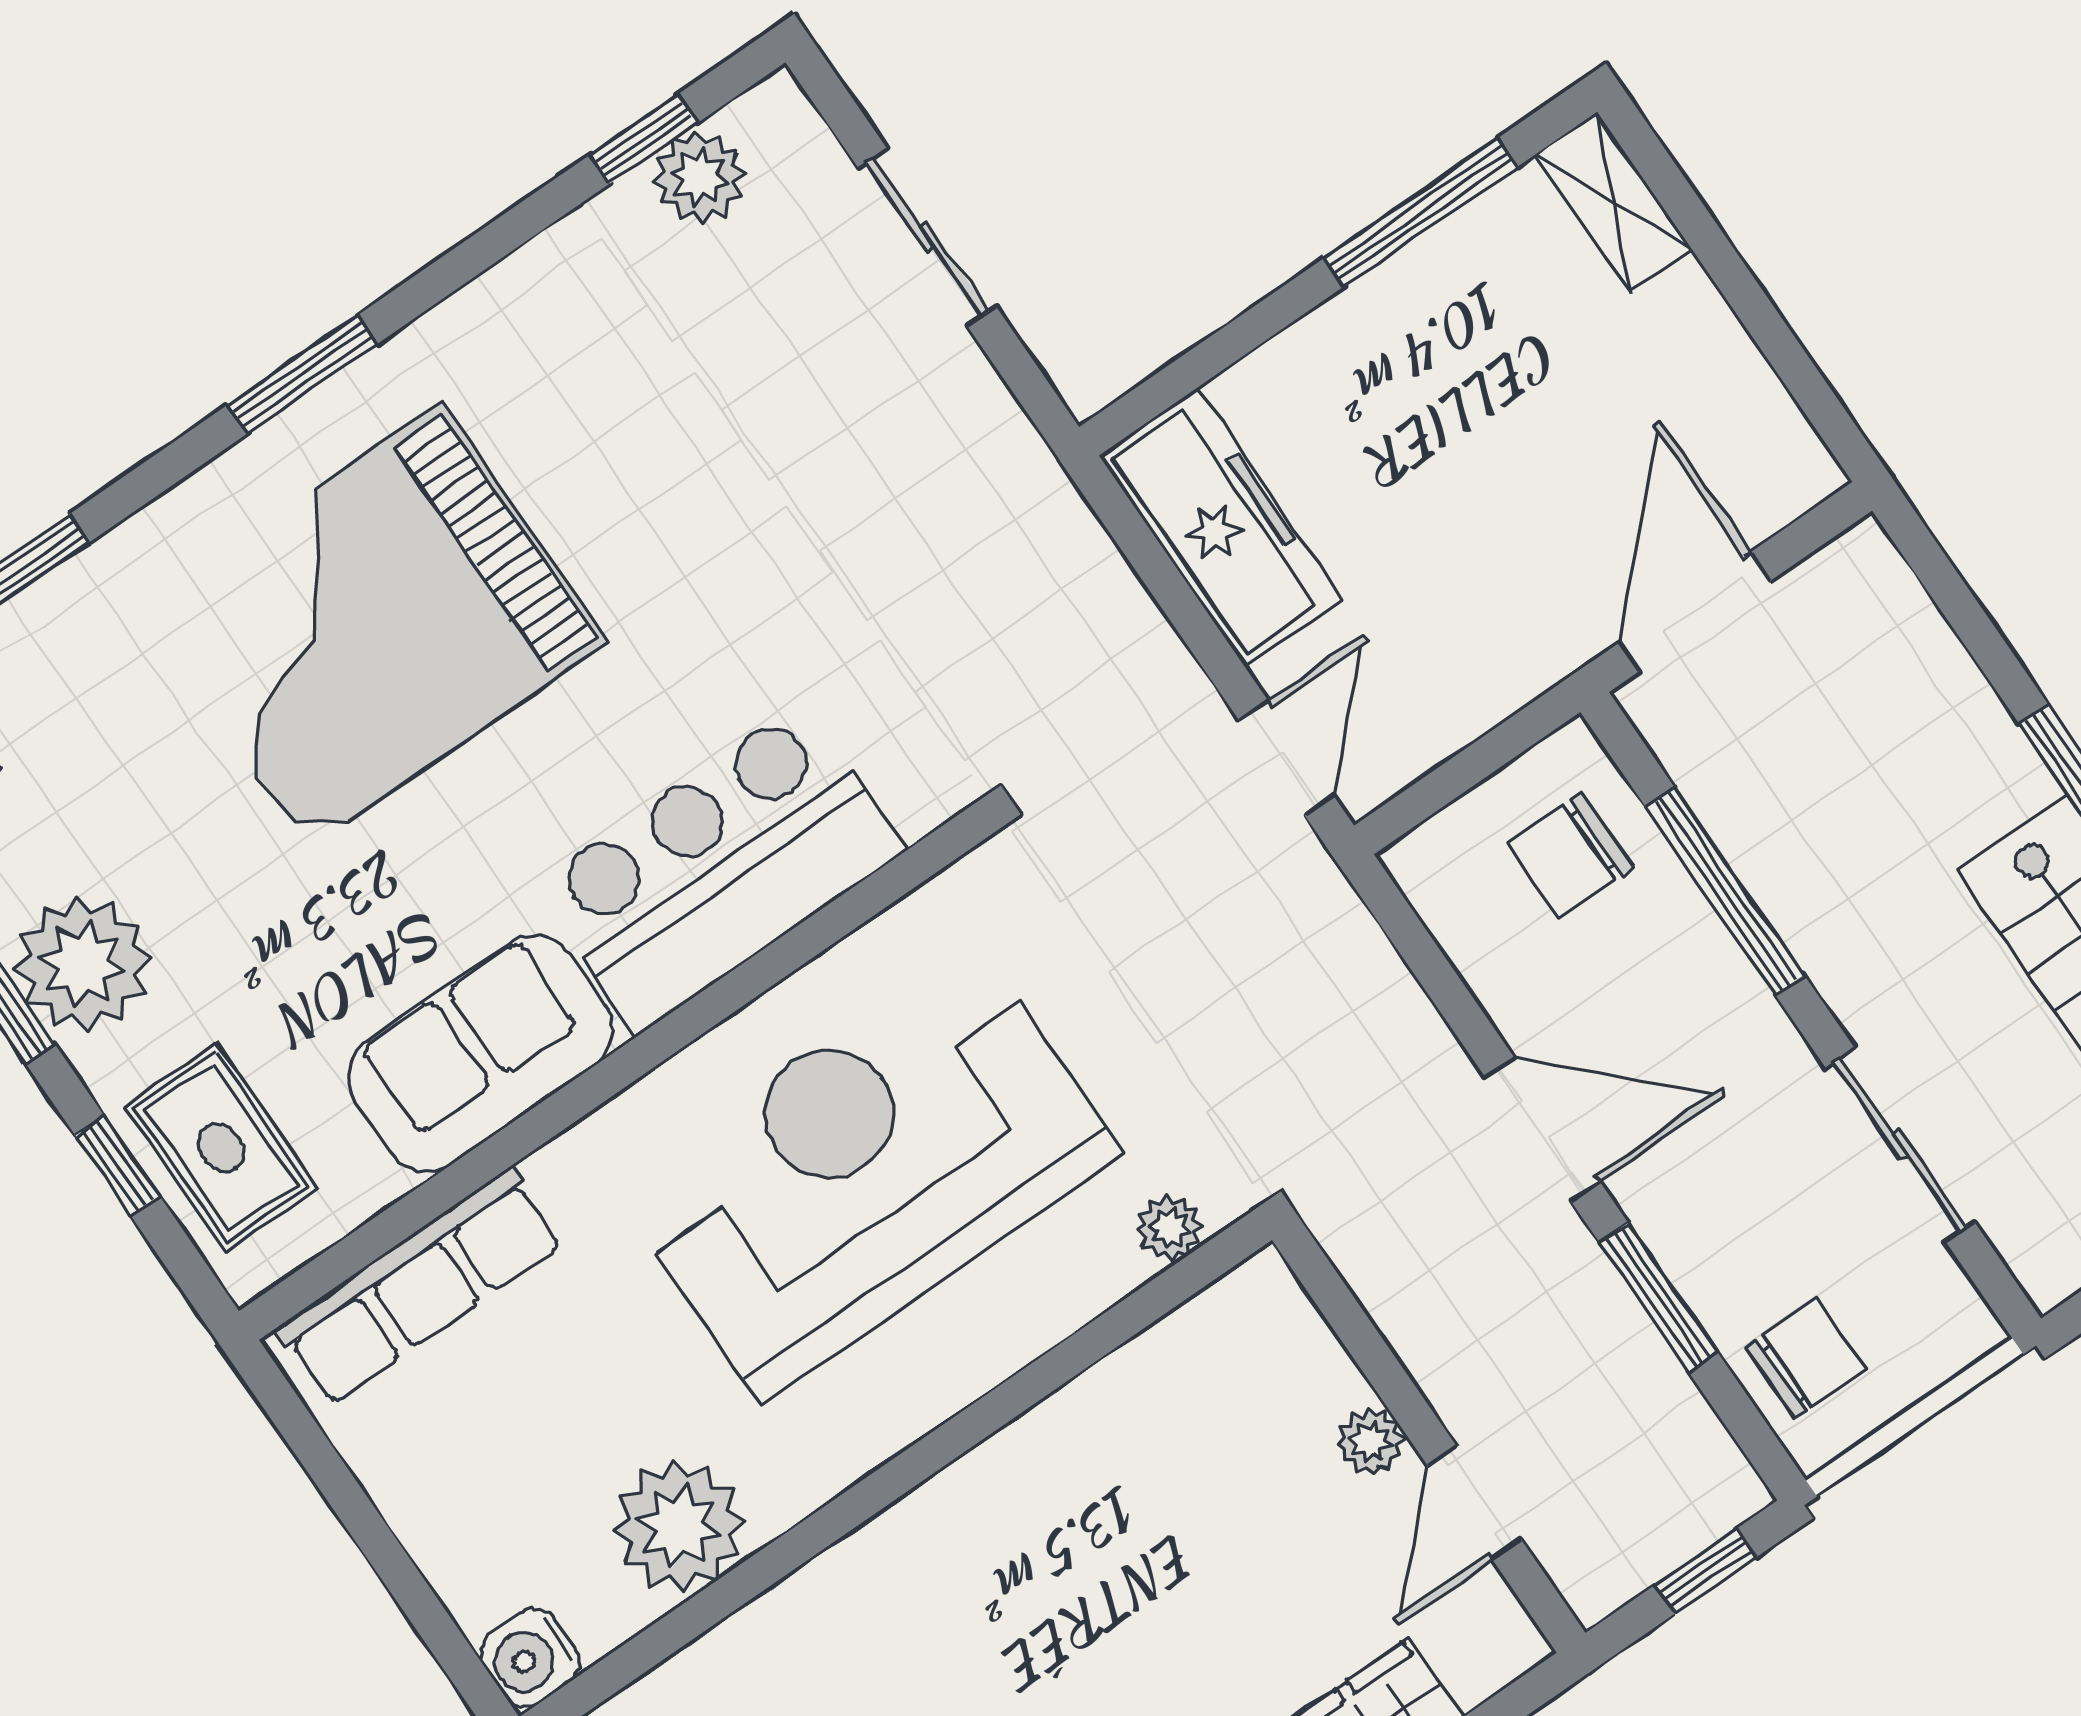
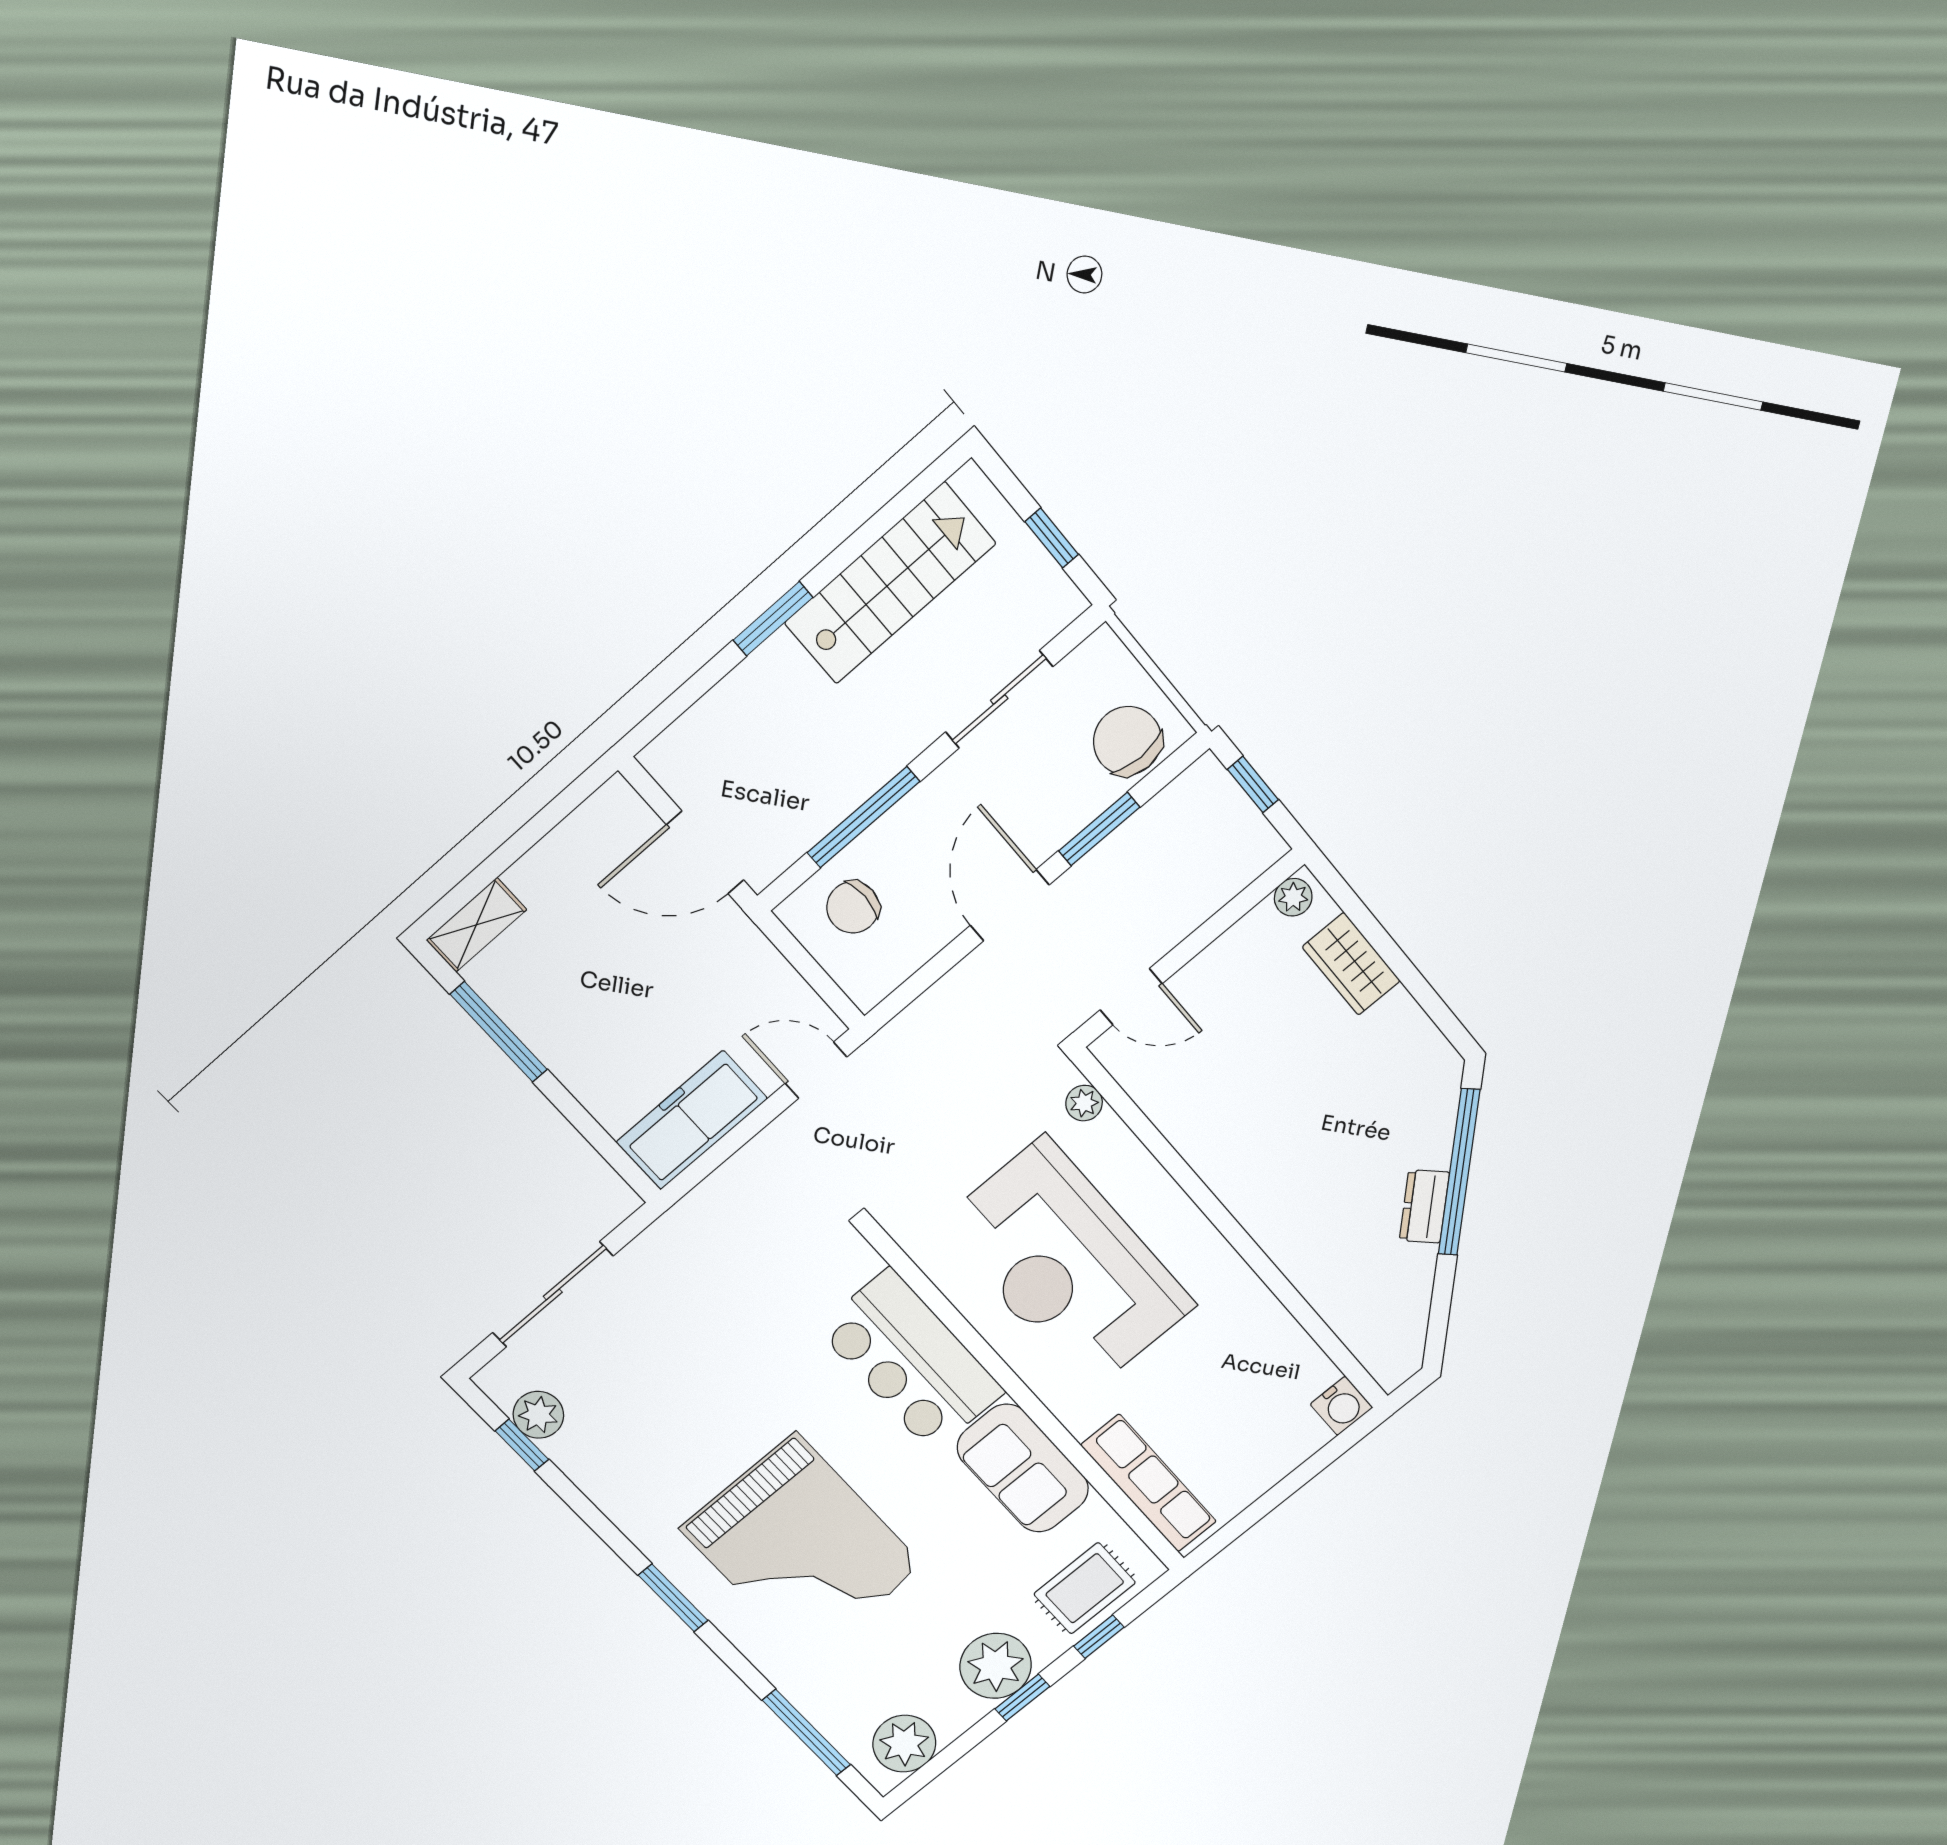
sliding door: (927, 237) -> (553, 1294), width x1.37
chair: (1570, 855) -> (853, 907), turned 90
chair: (1805, 1359) -> (1127, 741), width x1.37, depth x1.37
plant: (1371, 1442) -> (1293, 897), moved
door: (1475, 1503) -> (1131, 997), moved
plant: (679, 1526) -> (1266, 1339), removed

